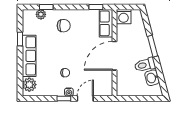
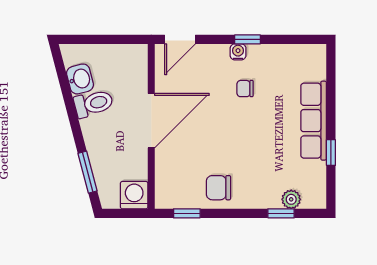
row of seats: (106, 23) -> (167, 183), removed
chair: (64, 26) -> (218, 188), moved
window: (153, 46) -> (88, 172), moved
plant: (29, 85) -> (313, 66), removed
door: (85, 99) -> (180, 39), moved

